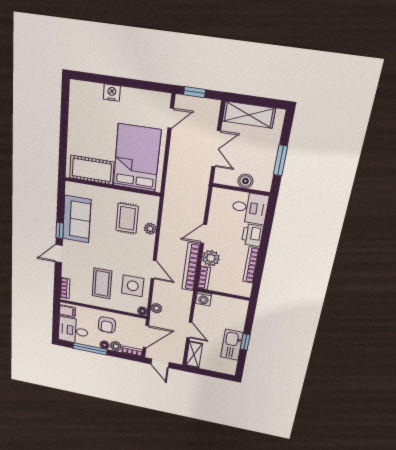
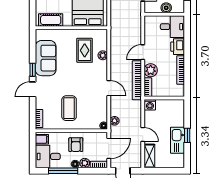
cot: (92, 170) -> (51, 20), width x0.73, depth x0.75
side table: (133, 286) -> (94, 105), removed

